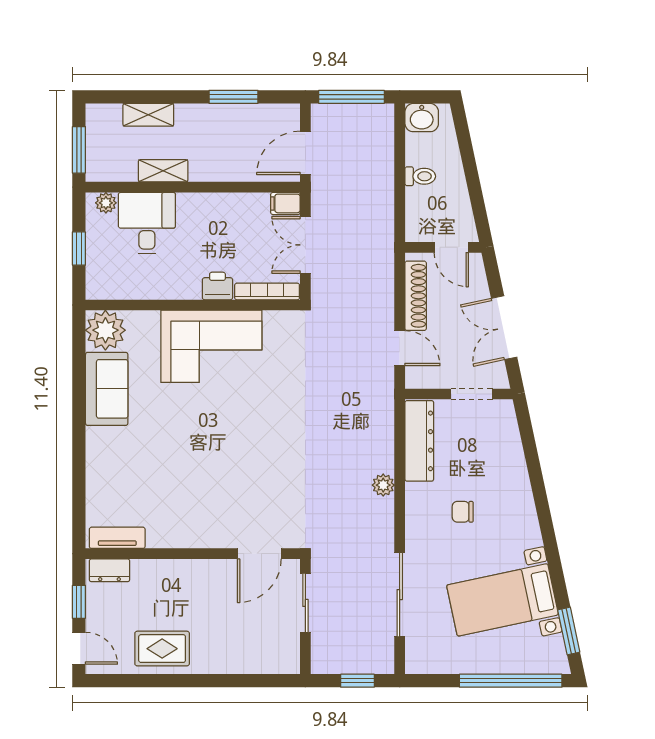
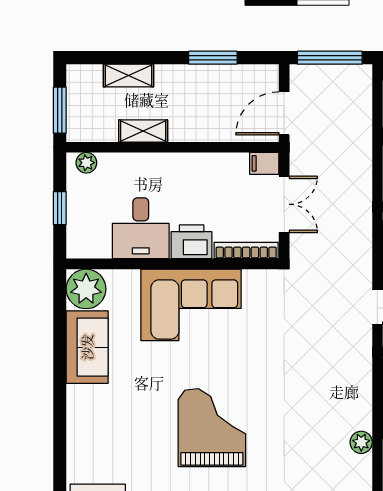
desk: (147, 223) -> (141, 228), moved, turned 180
double door: (305, 245) -> (284, 204), swing flipped
printer: (217, 286) -> (192, 242), width x1.36, depth x1.24
grand piano: (233, 470) -> (212, 428), added

